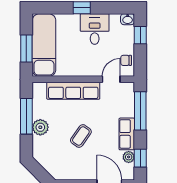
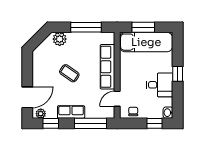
door: (111, 79) -> (117, 99), swing flipped
plant: (40, 127) -> (60, 39), moved
plant: (129, 157) -> (41, 114), moved

